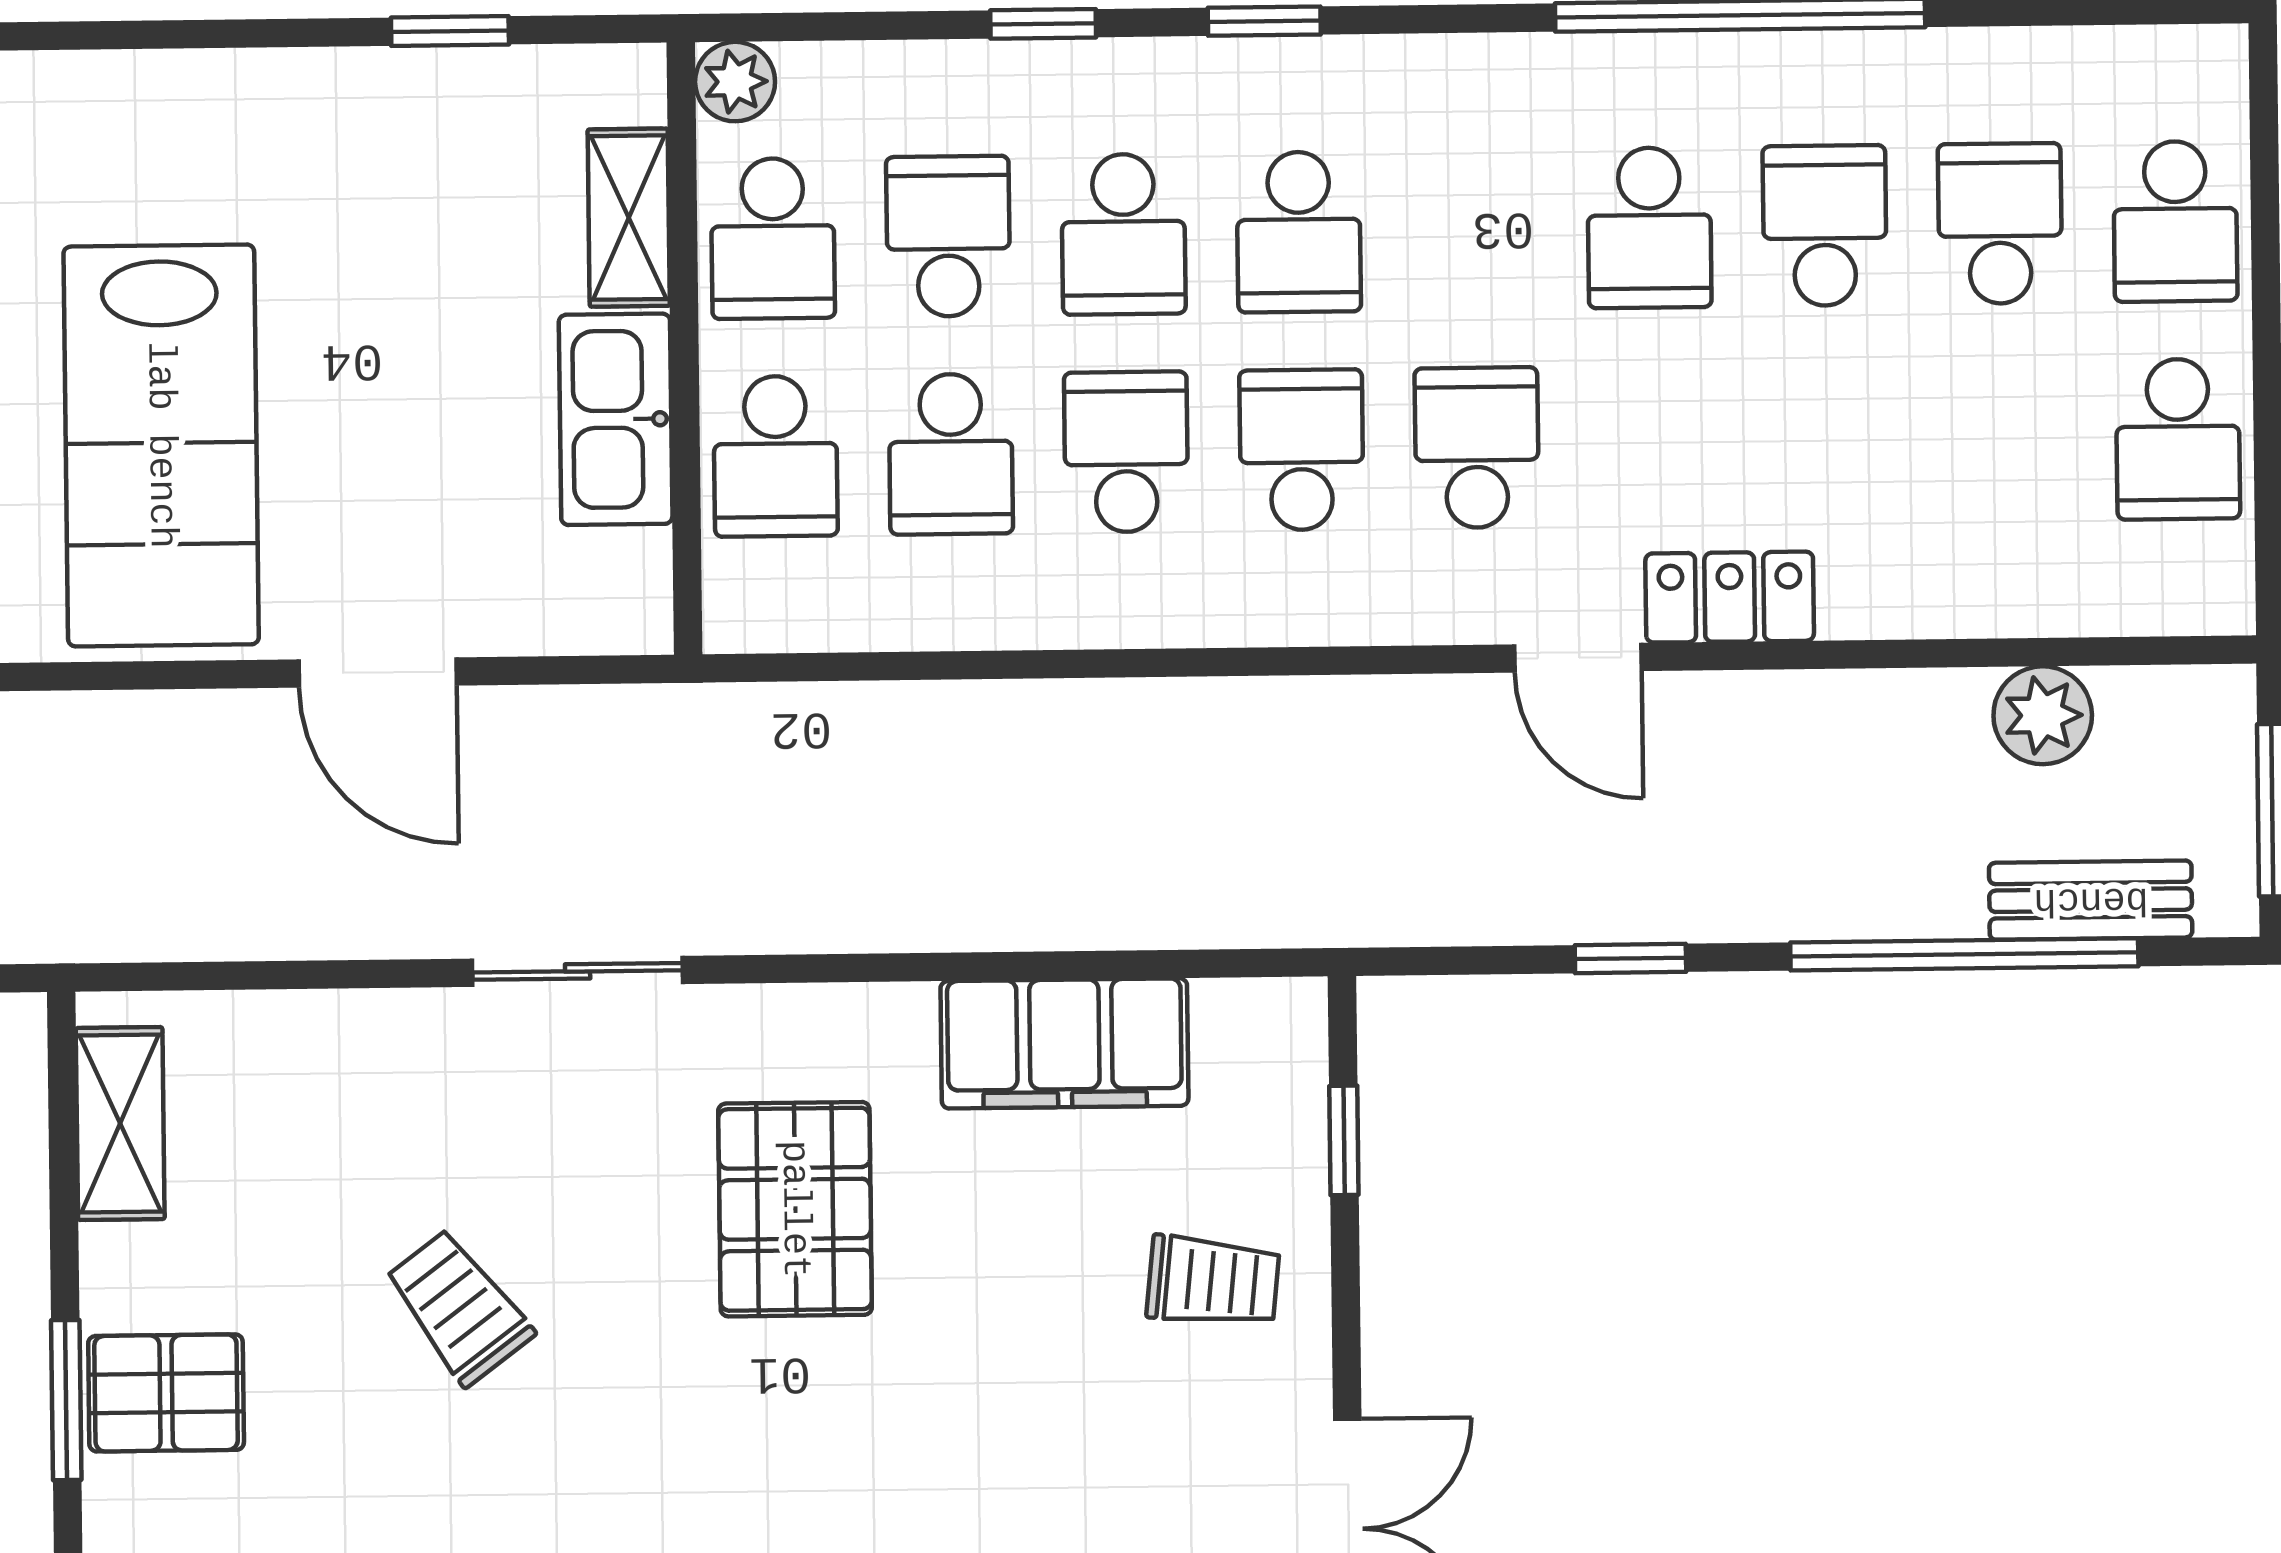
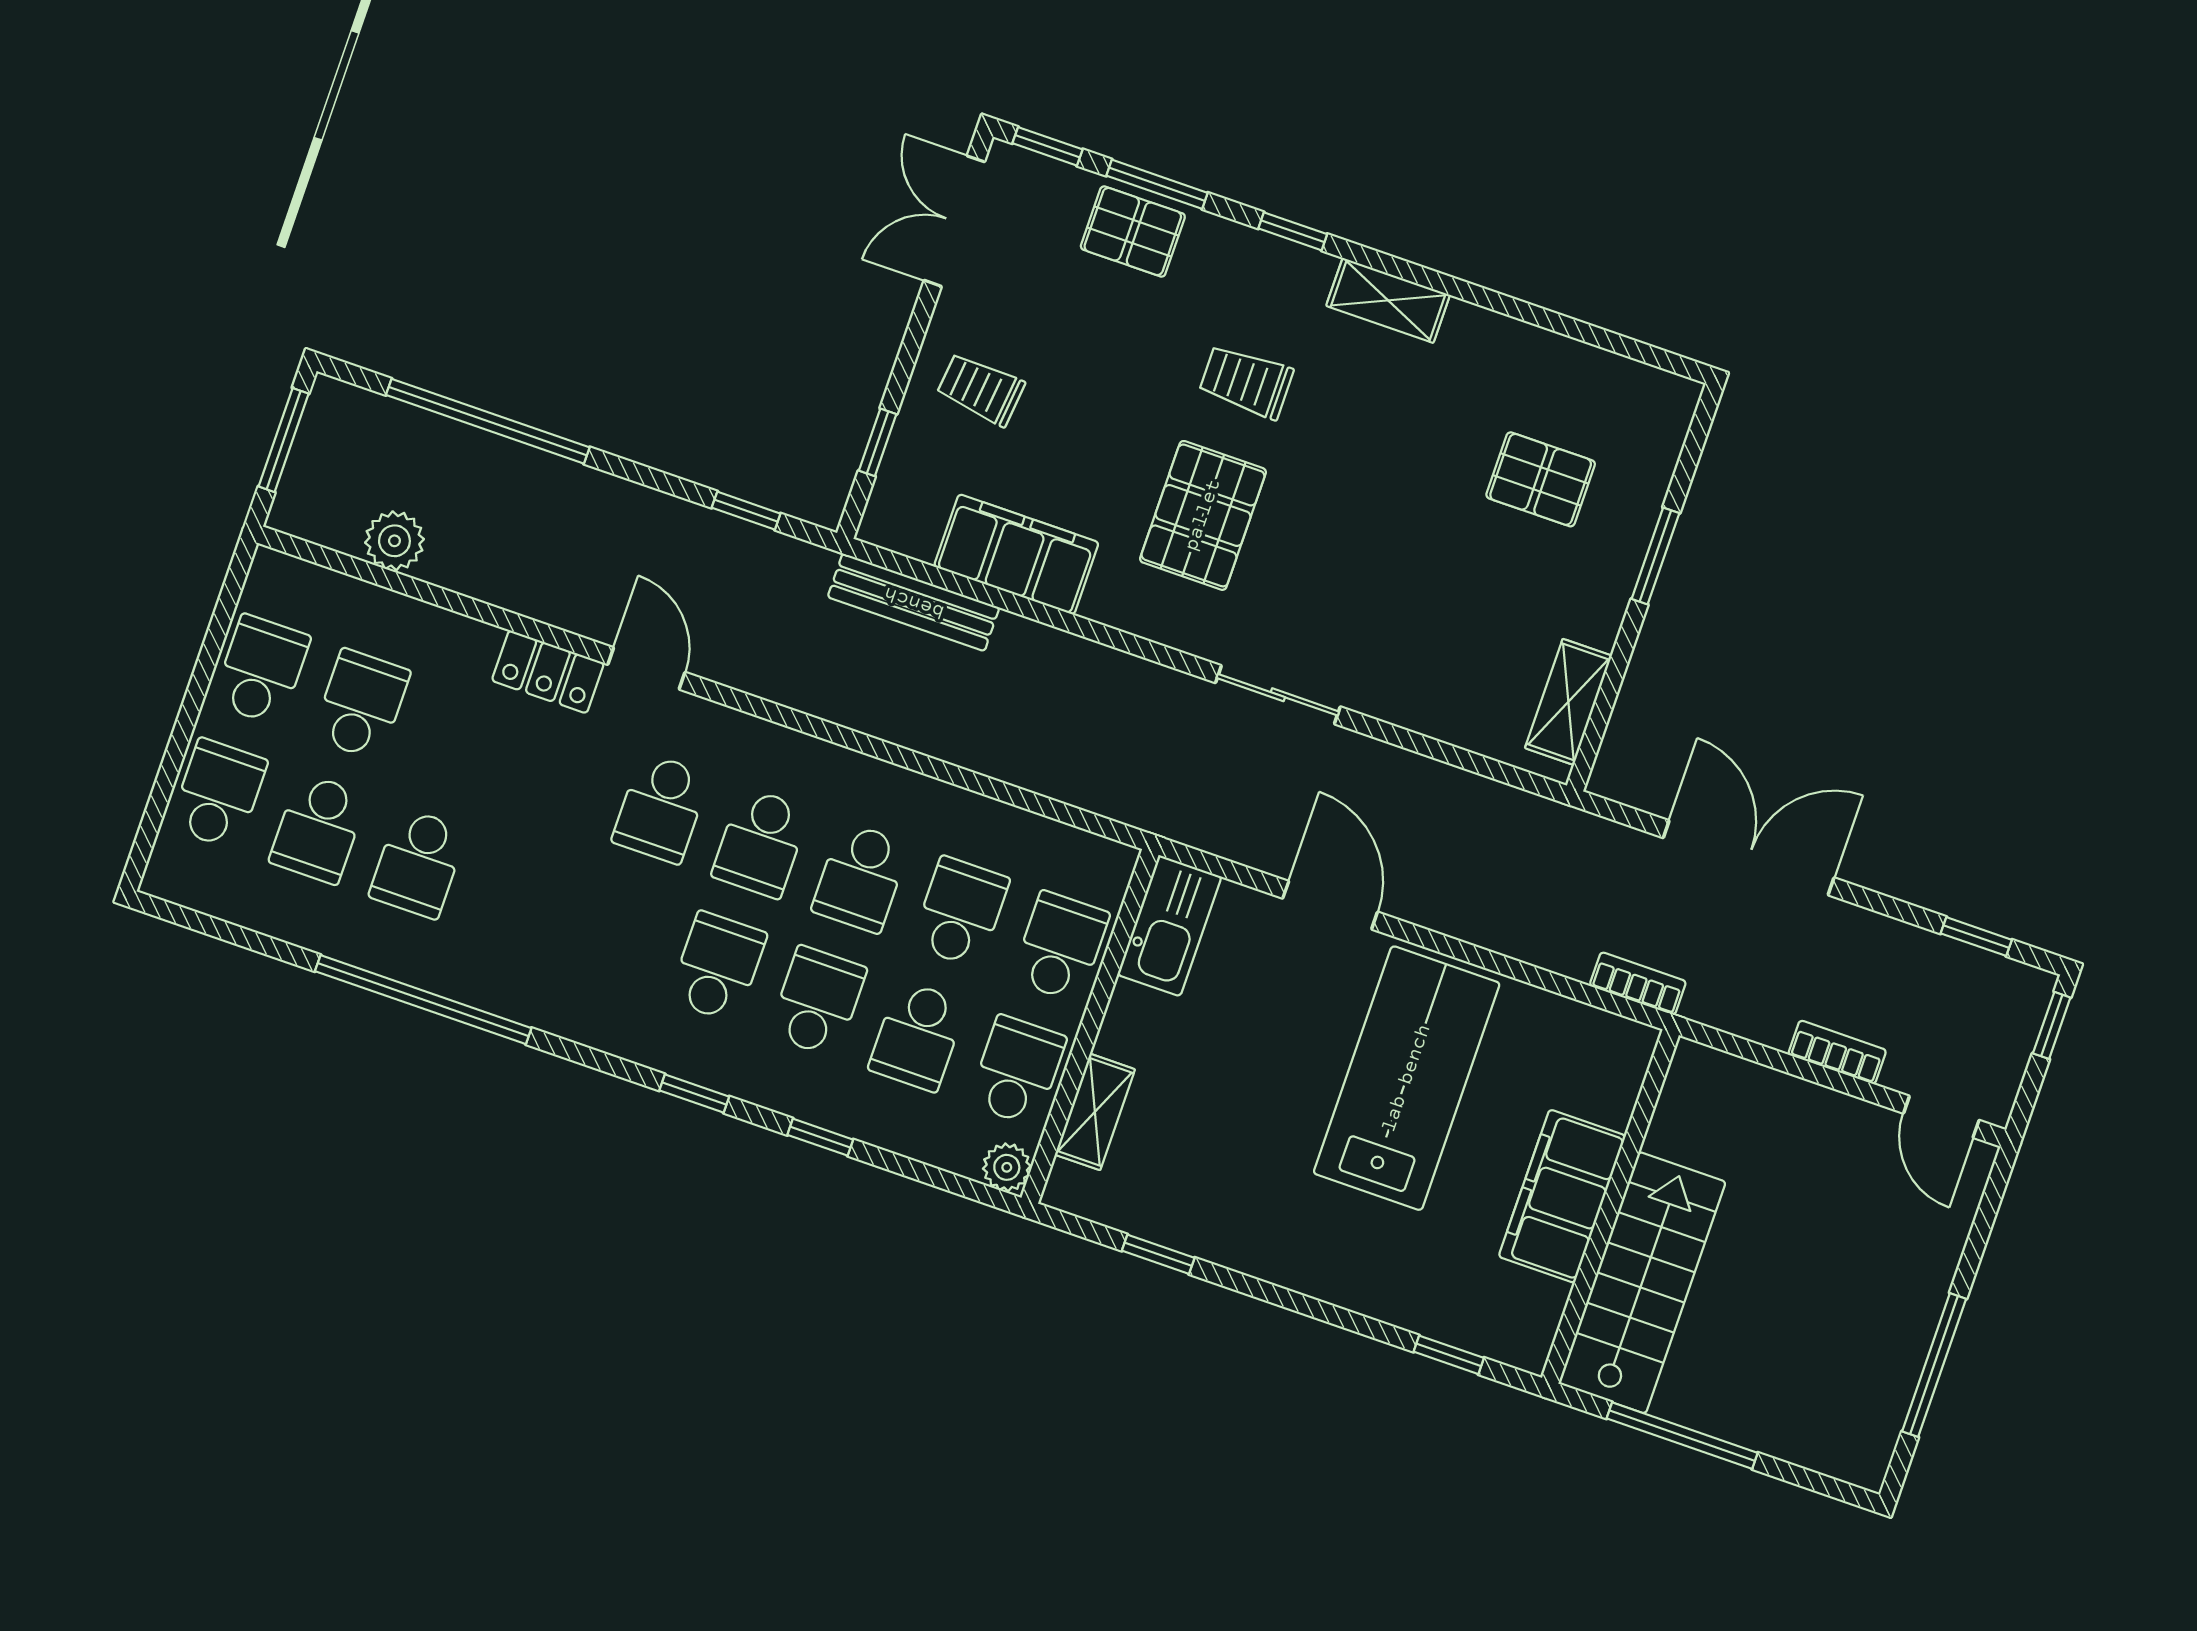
school desk: (1649, 228) -> (361, 704), moved
kitchen sink: (616, 419) -> (1169, 926), moved
bench: (2091, 900) -> (914, 602), moved, width x1.36
window: (1630, 959) -> (746, 511), moved
trolley: (459, 1307) -> (1246, 382), moved, turned 127
pallet: (166, 1393) -> (1541, 479), moved

